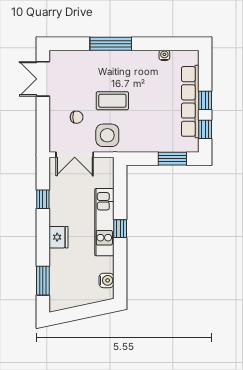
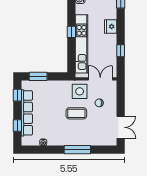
window: (205, 100) -> (17, 125), moved
kitchen unit: (104, 222) -> (82, 44), width x1.36

